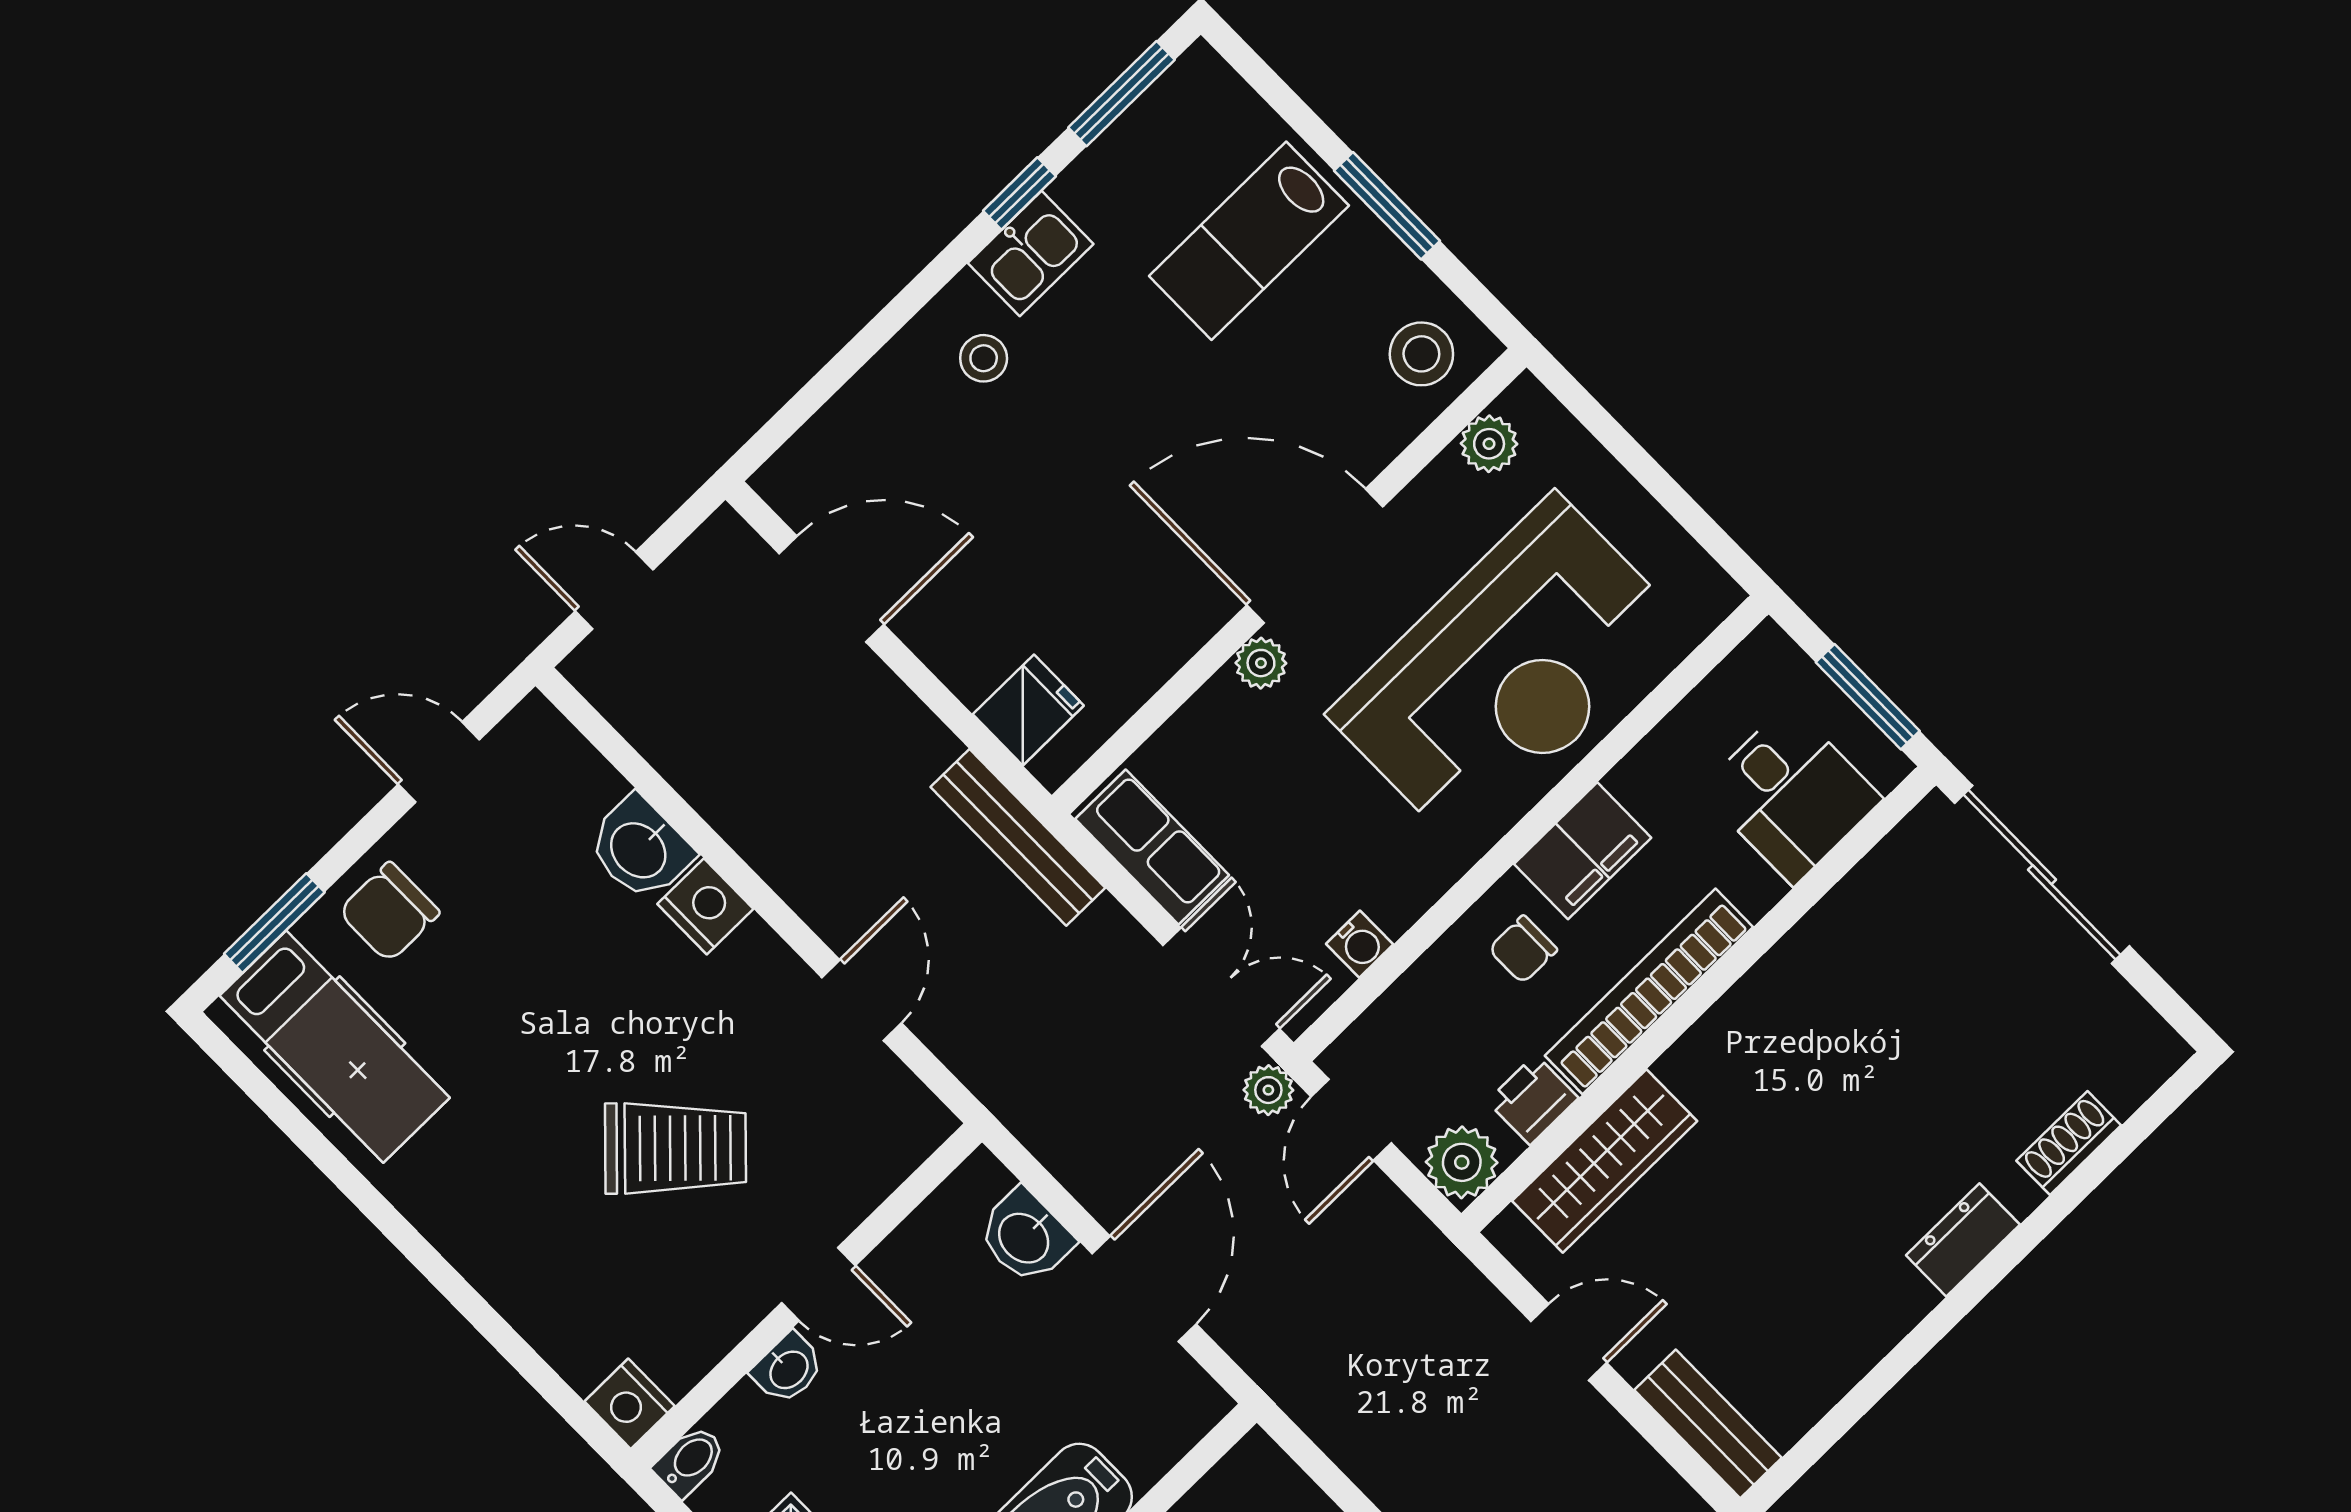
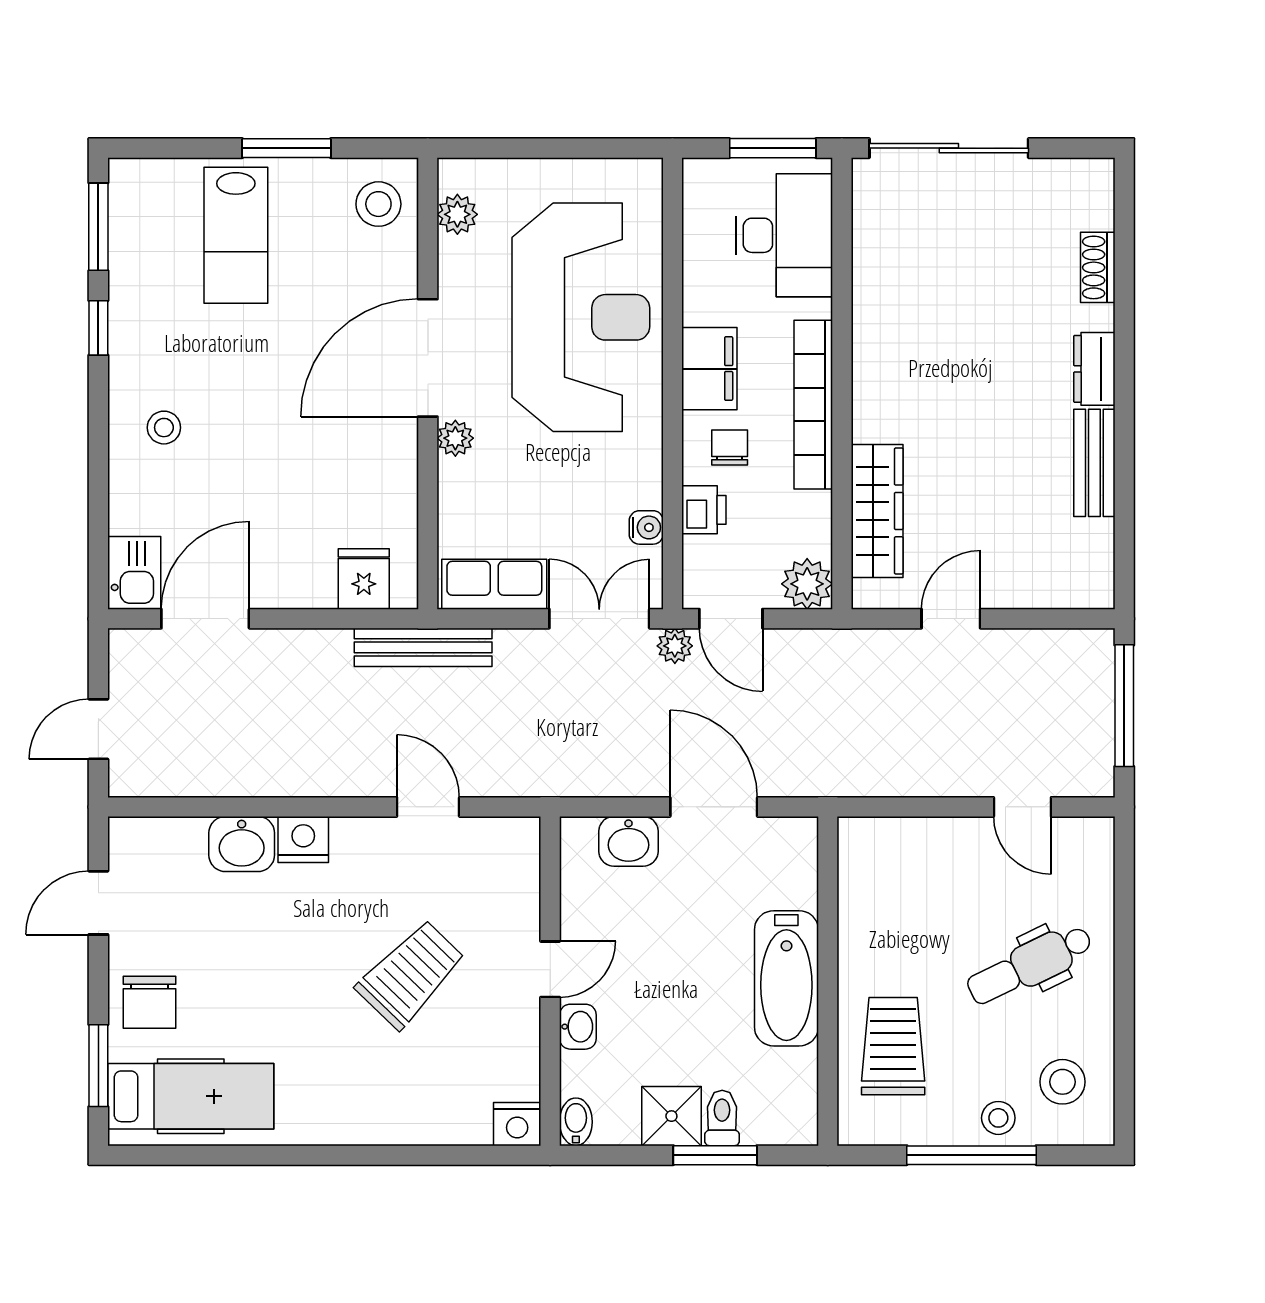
kitchen sink: (1031, 253) -> (134, 573), moved
desk: (1791, 794) -> (784, 235), width x1.37
chair: (1523, 949) -> (730, 447), turned 180
printer: (1533, 1100) -> (704, 510), moved, turned 180
bench: (1708, 1424) -> (1094, 463), moved, turned 90

